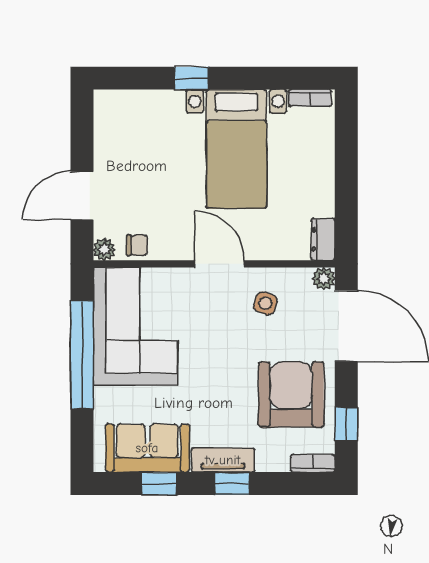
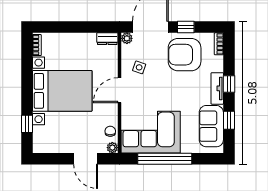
window: (191, 78) -> (27, 124), moved
bed with nightstands: (236, 149) -> (62, 91), width x1.36
window: (346, 424) -> (186, 27), moved

